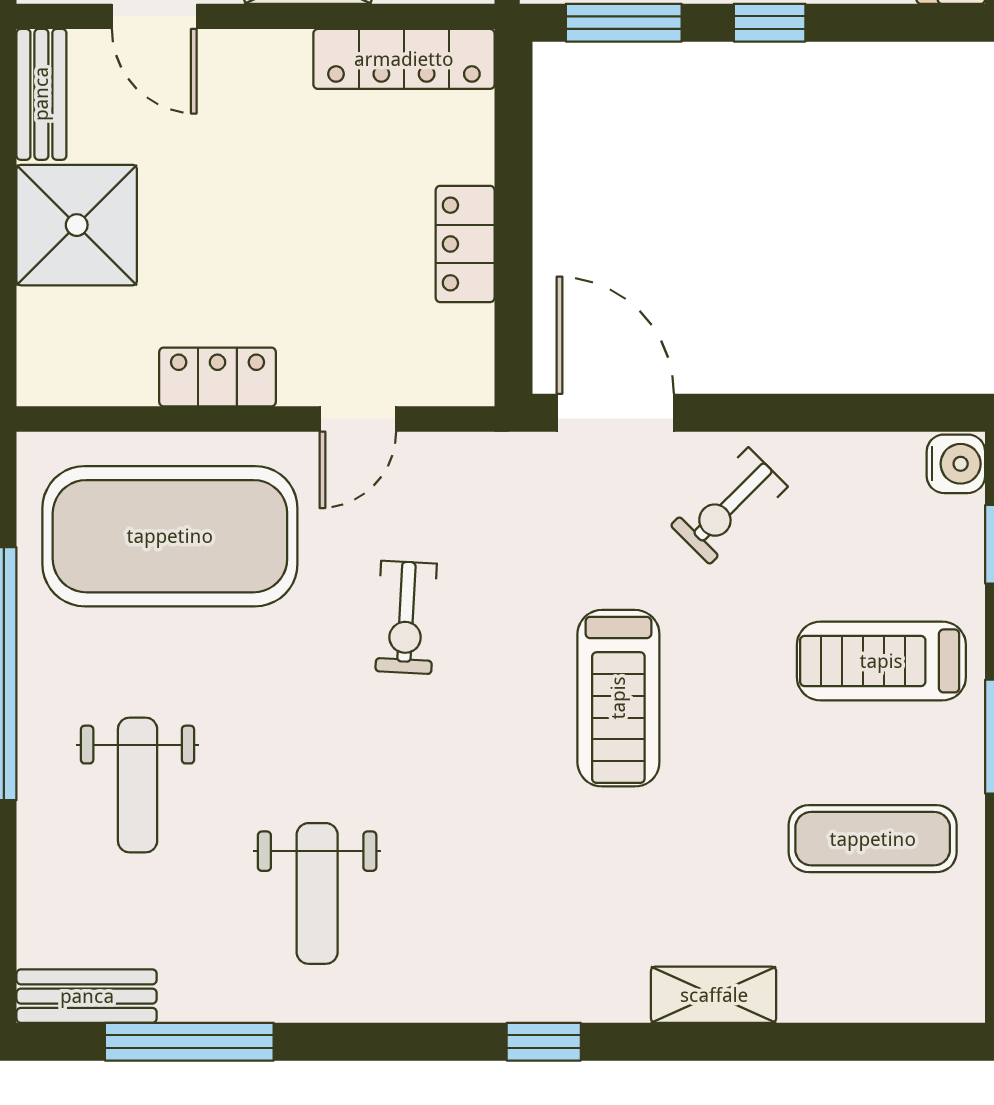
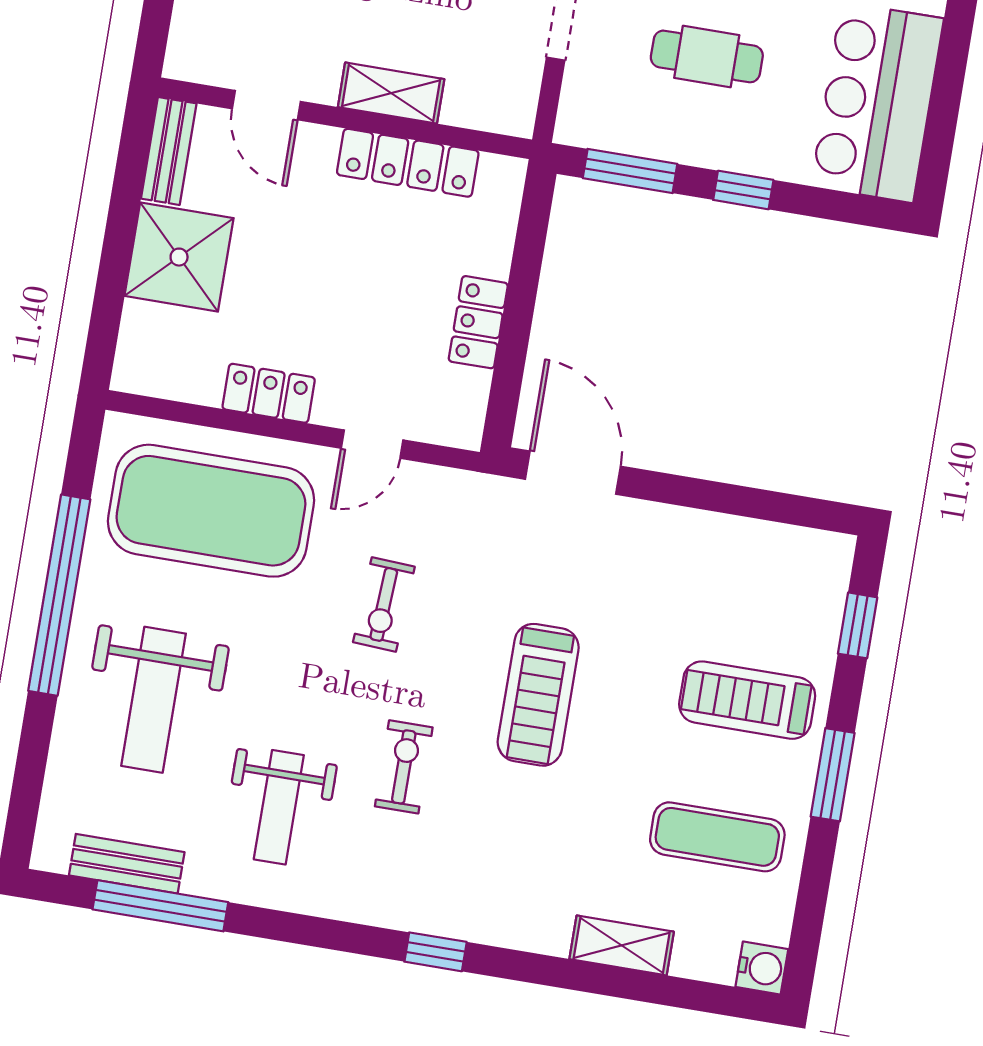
locker: (404, 59) -> (408, 163), moved
water cooler: (956, 464) -> (762, 968), moved
exercise bike: (729, 506) -> (404, 767), moved, turned 135
weight bench: (138, 785) -> (154, 700), width x1.36, depth x1.33
shelving: (714, 995) -> (622, 945), moved
bench: (87, 996) -> (127, 864), moved

